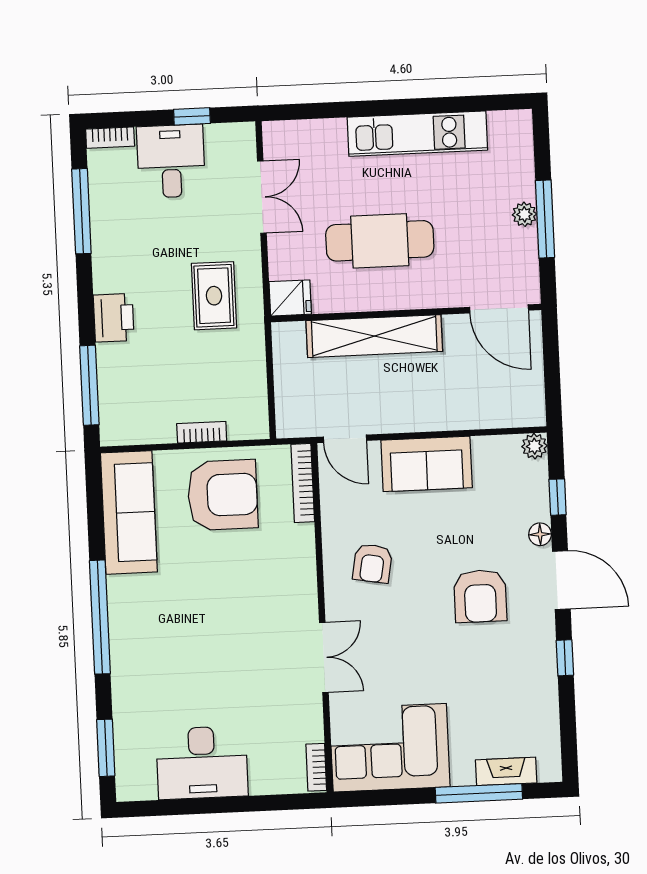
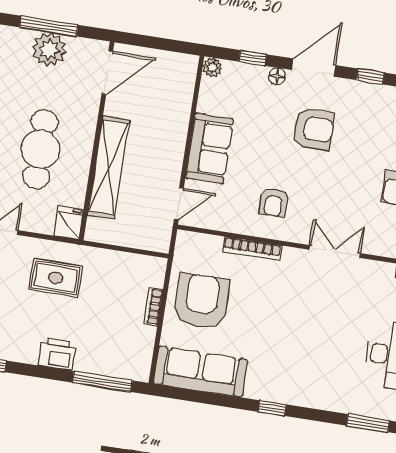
plant: (524, 214) -> (49, 49), width x1.88, depth x1.88
bookcase: (303, 483) -> (252, 248), moved
armchair: (372, 563) -> (273, 202), turned 80
window: (100, 617) -> (272, 408), width x0.32

